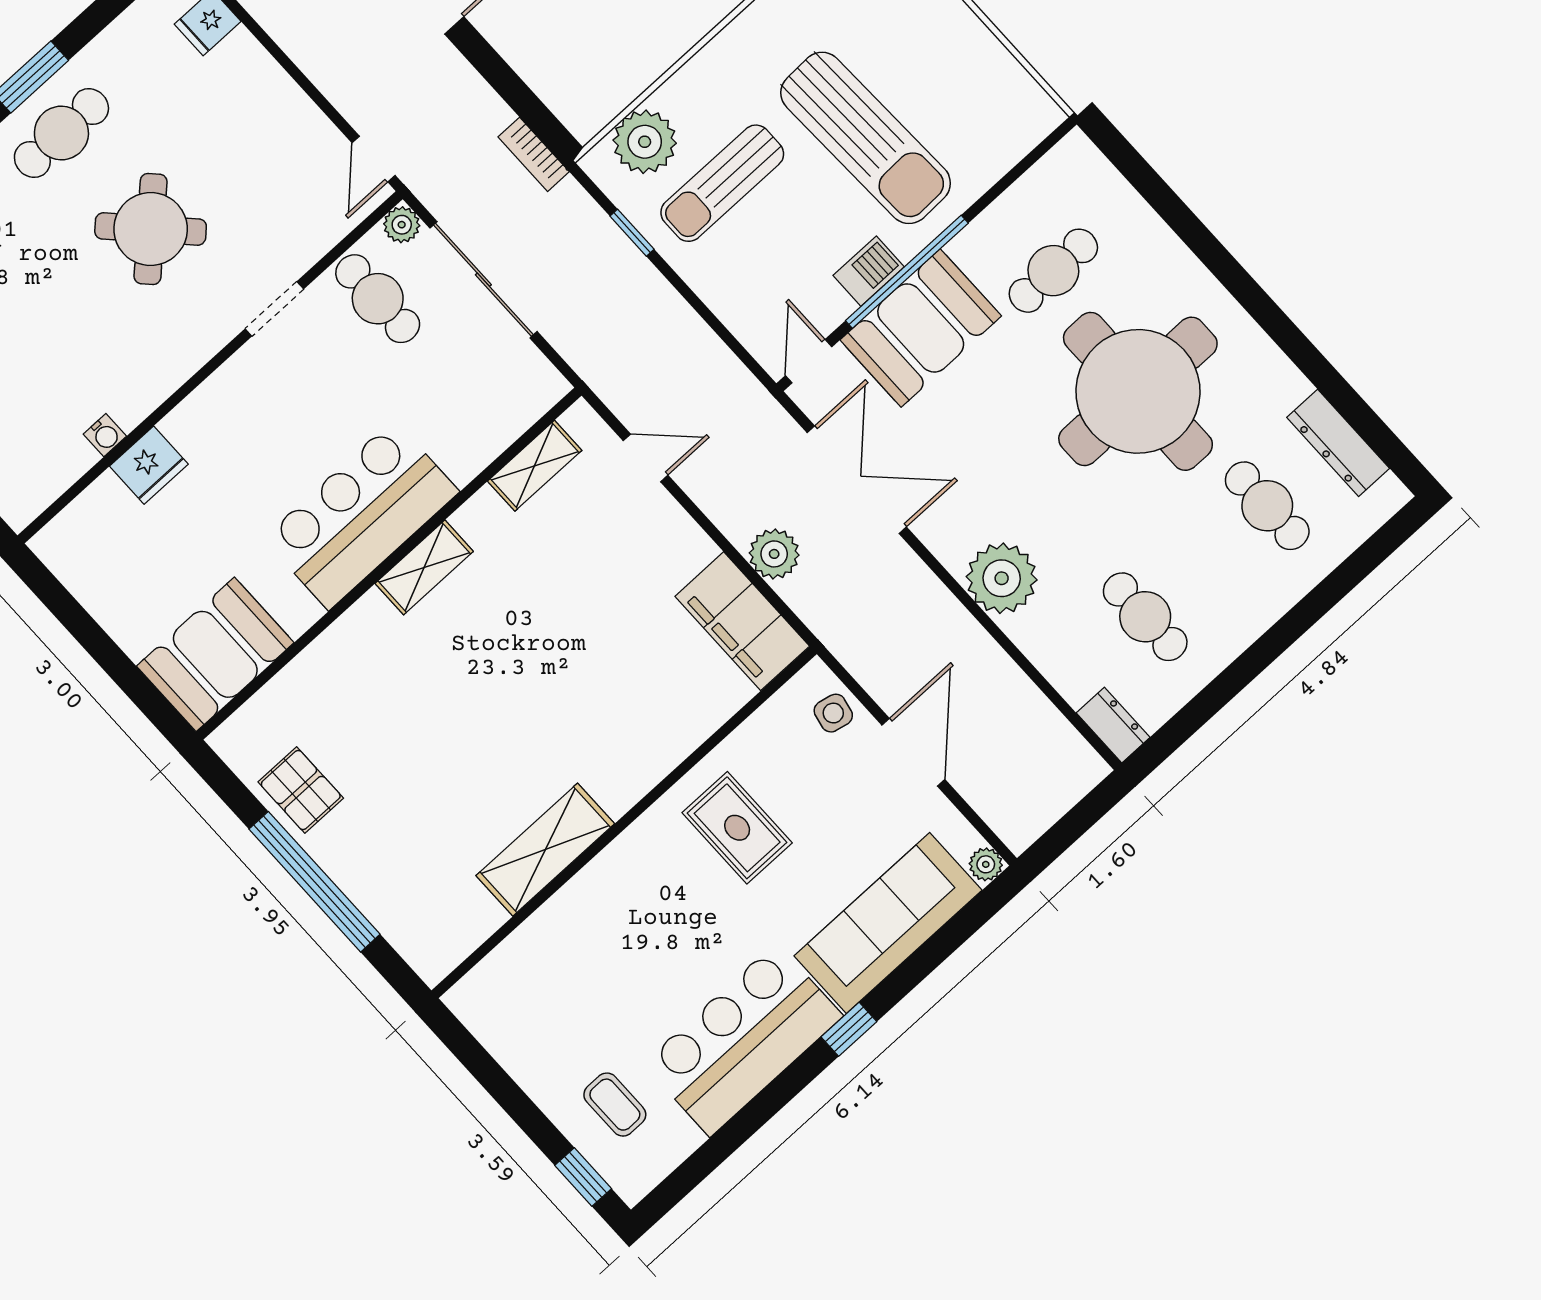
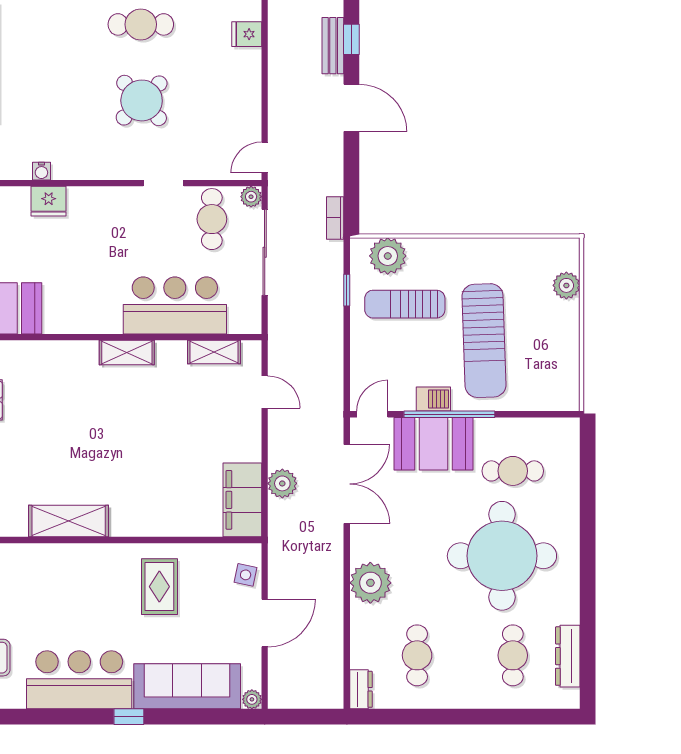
bar counter: (361, 515) -> (175, 305), moved

